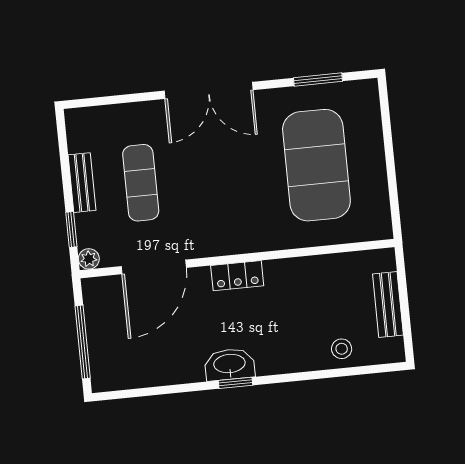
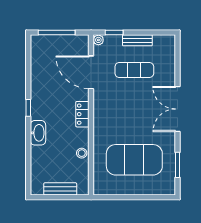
stool: (342, 349) -> (82, 153), moved
washbasin: (230, 364) -> (38, 133), moved

